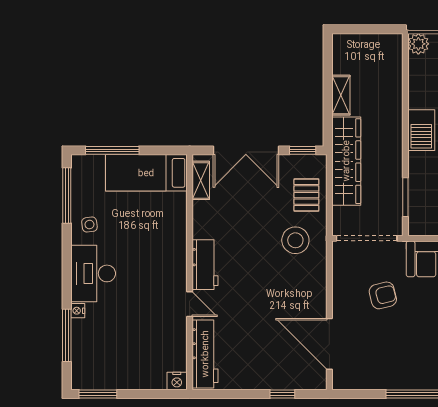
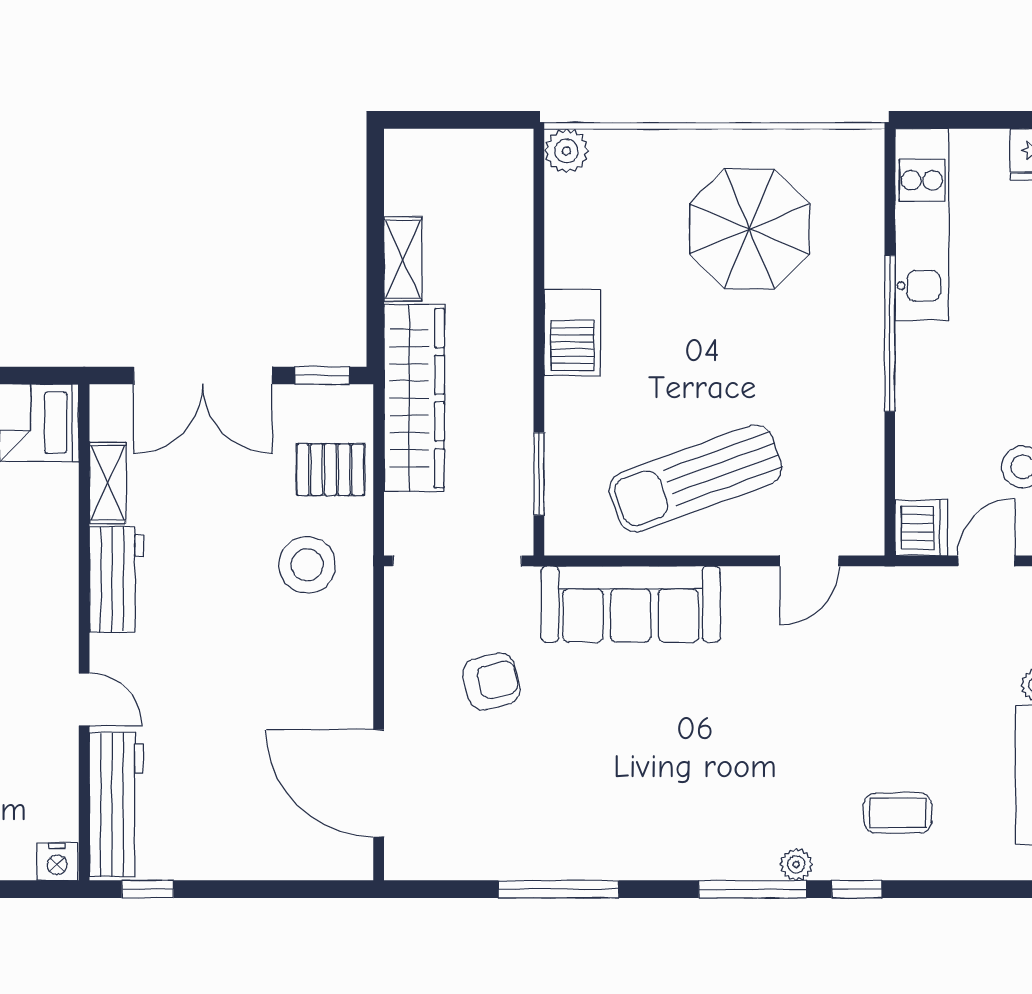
shelving: (201, 180) -> (108, 483), moved
pallet: (306, 195) -> (330, 470), turned 90
workbench: (205, 265) -> (117, 579), moved
window: (282, 394) -> (148, 889), moved

